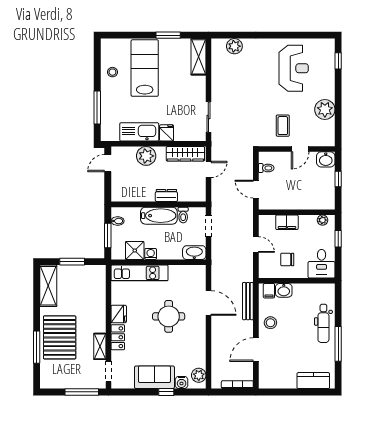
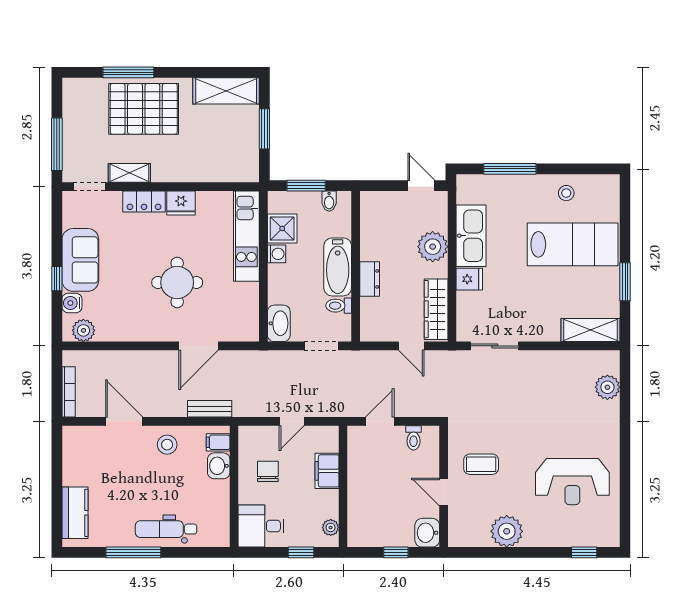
bench: (248, 301) -> (210, 409), width x0.73

